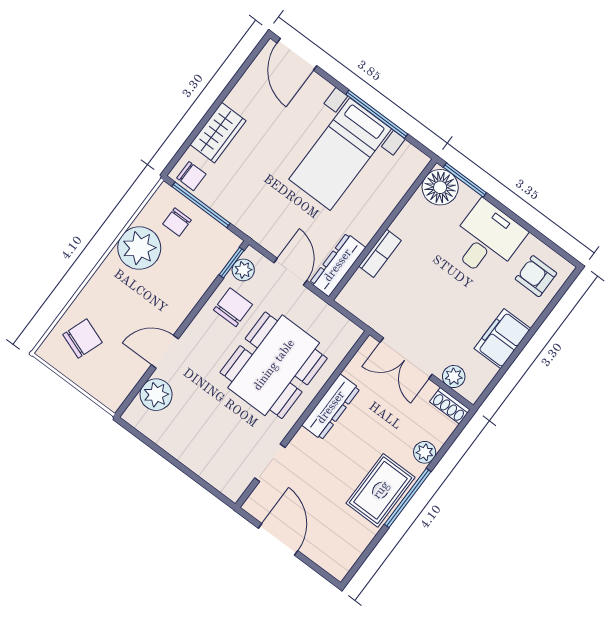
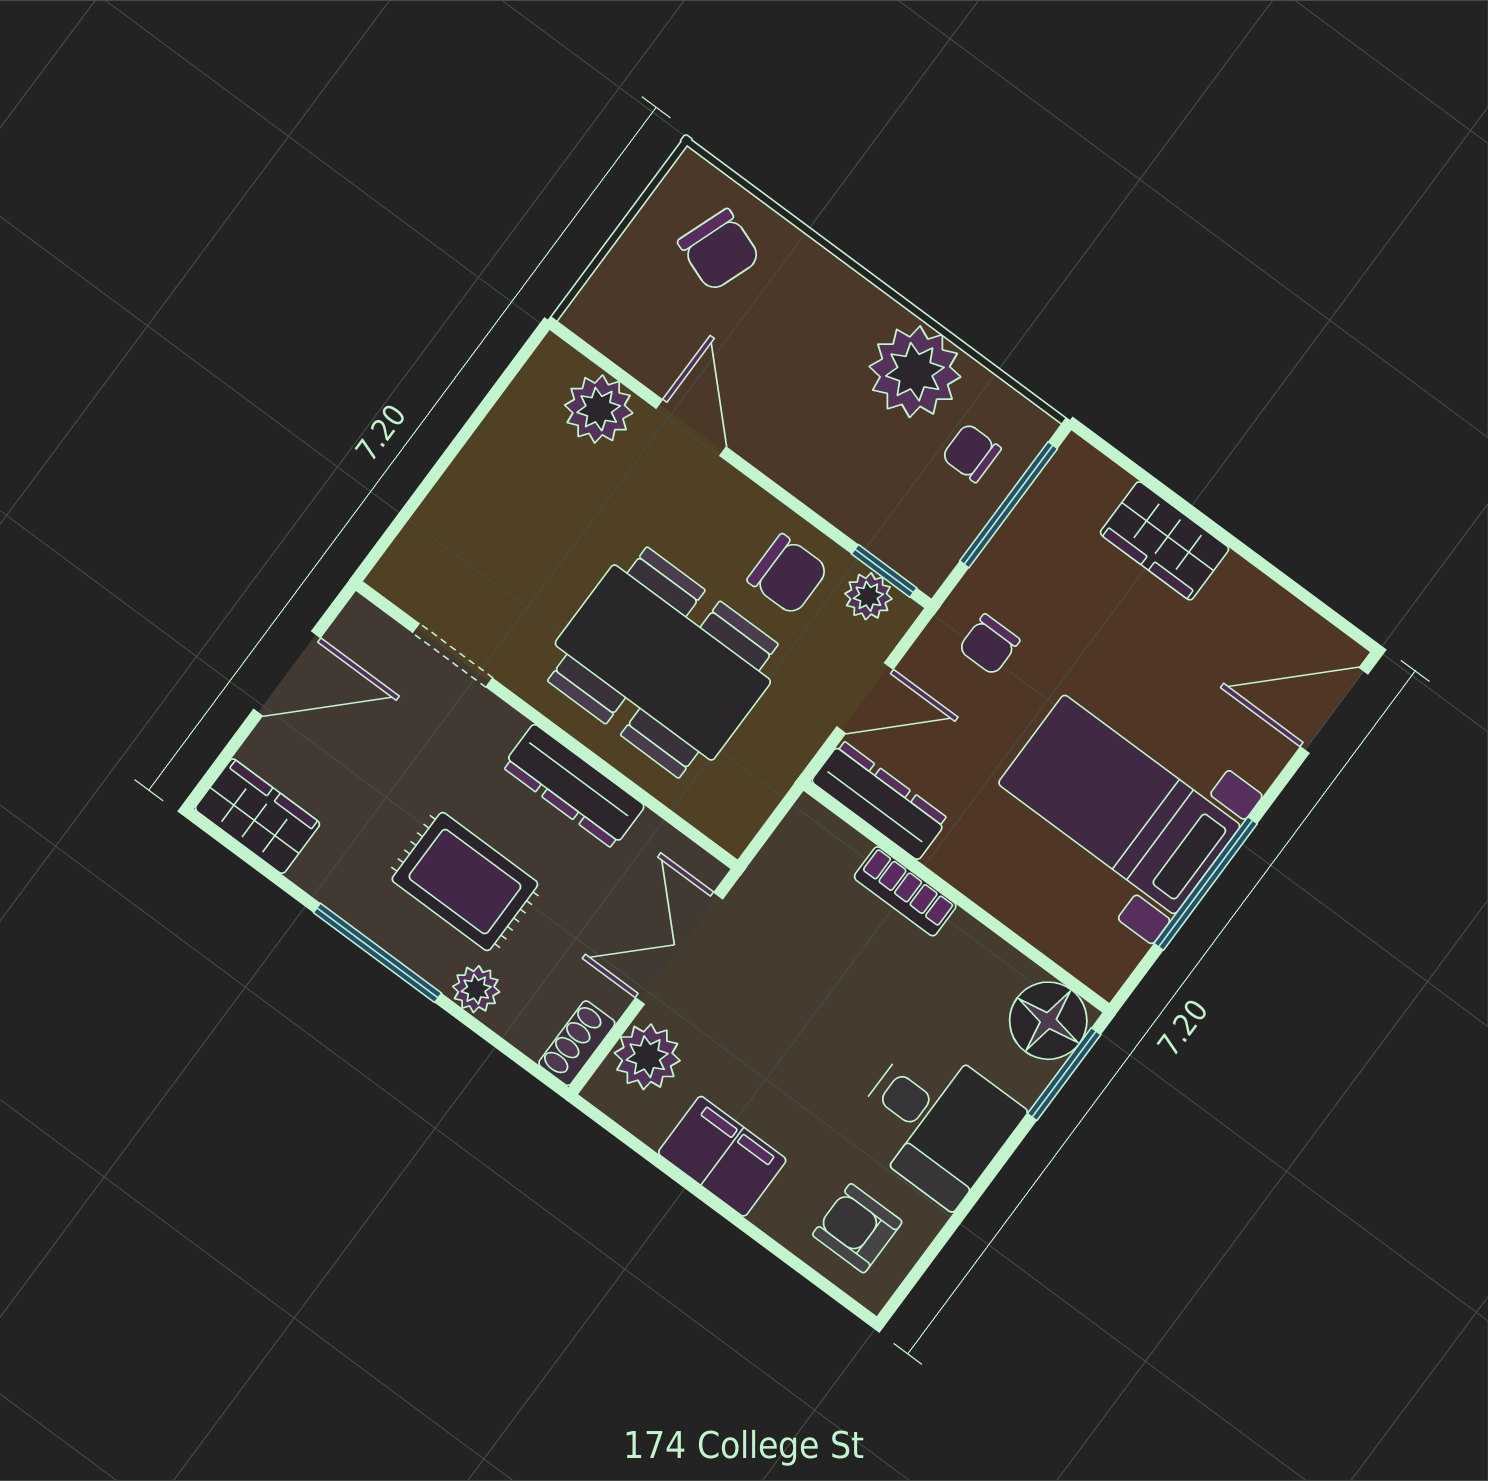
chair: (191, 176) -> (989, 645), moved
armchair: (536, 276) -> (857, 1228), turned -90
plant: (454, 377) -> (647, 1057), width x1.38, depth x1.38
rug: (381, 490) -> (465, 882), moved
wardrobe: (344, 553) -> (257, 816), added

